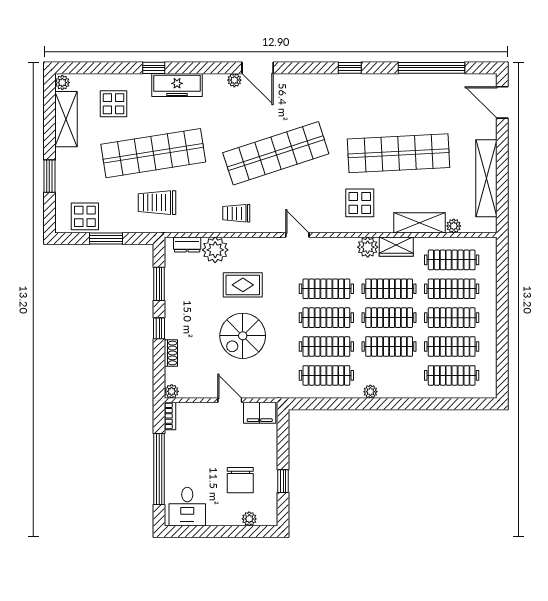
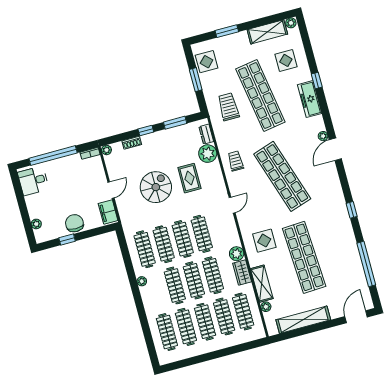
spiral stairs: (243, 336) -> (156, 187), turned 90
chair: (240, 480) -> (74, 223), moved, turned 90

